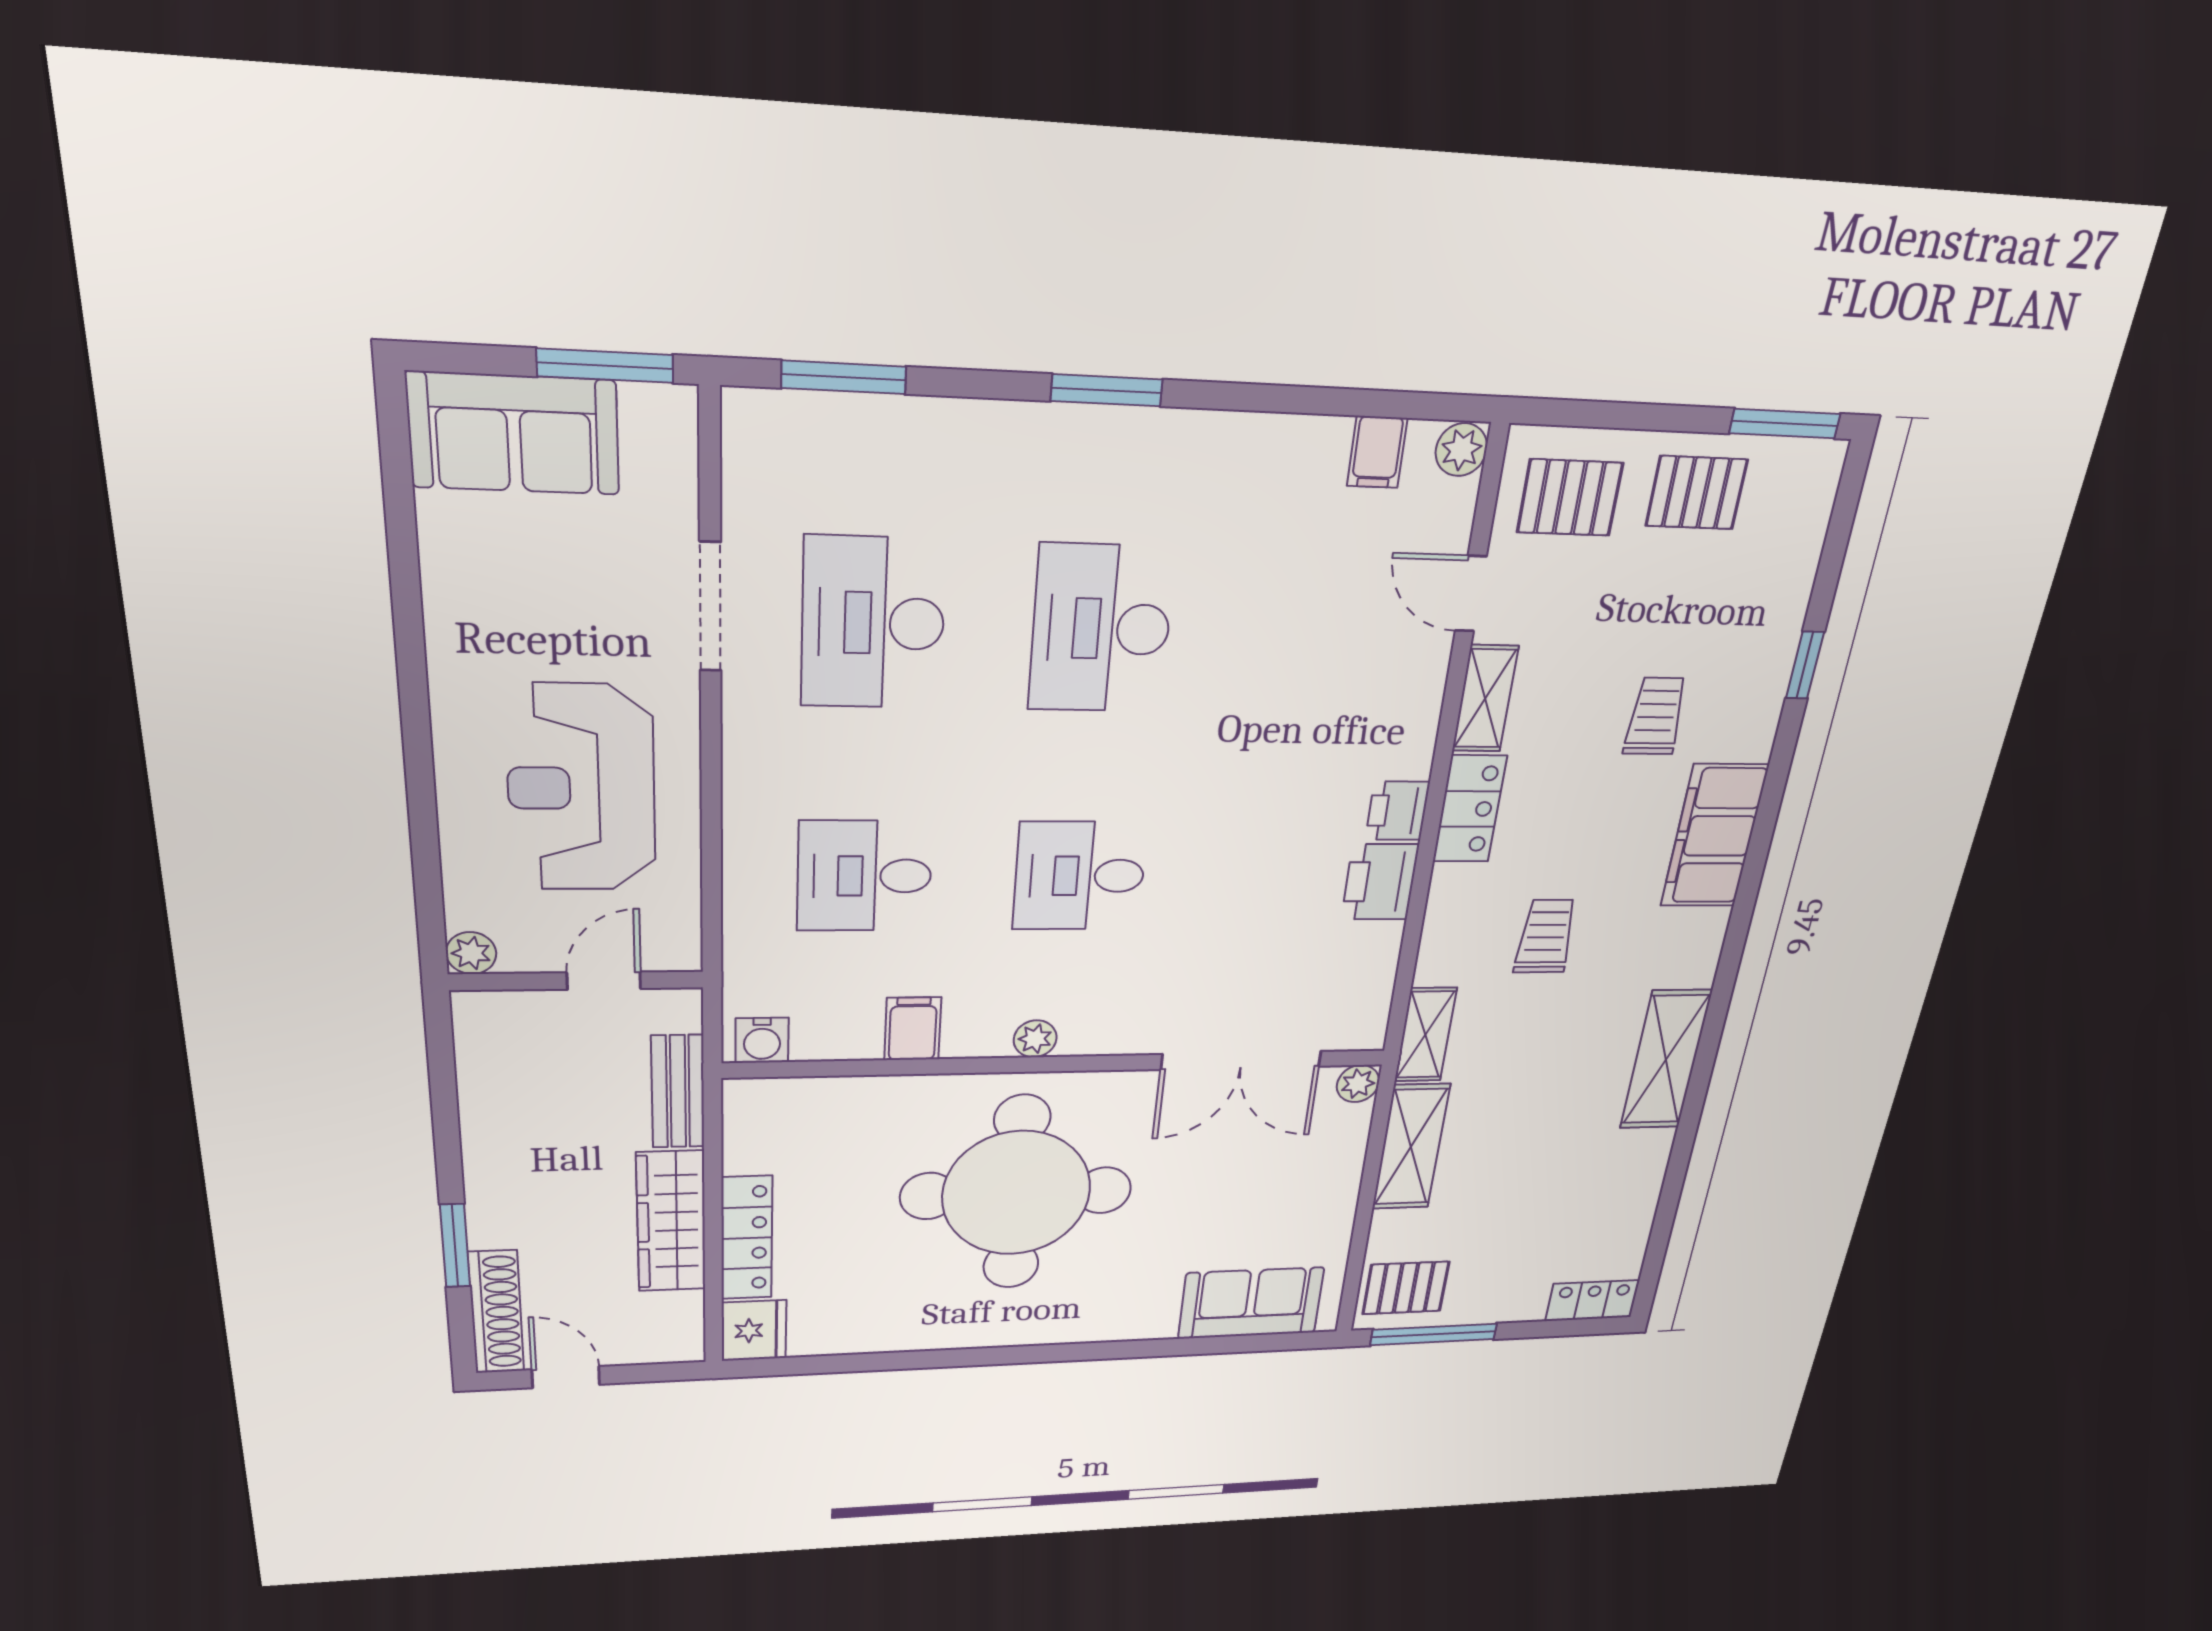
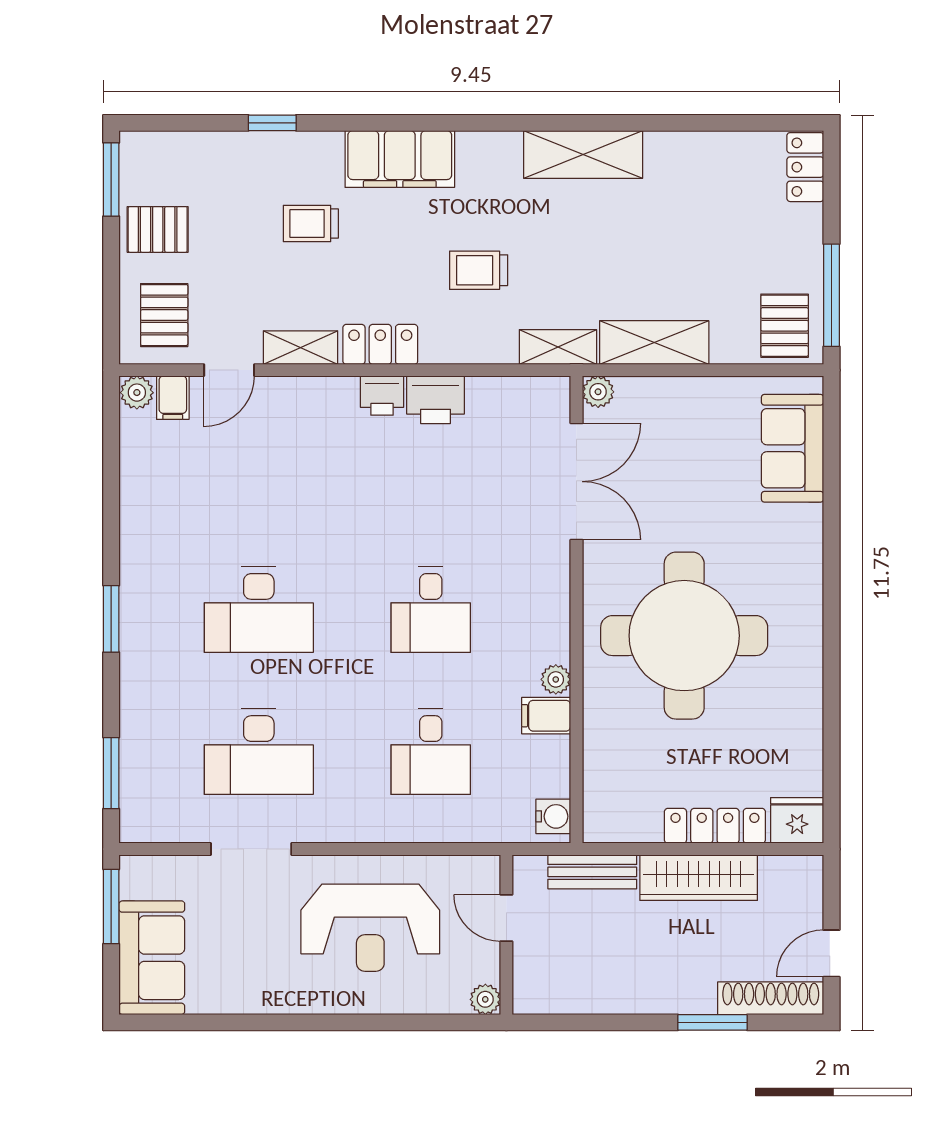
filing cabinet: (1377, 452) -> (173, 398), moved, turned 90
pallet: (1697, 493) -> (158, 229), turned 90
plant: (1035, 1039) -> (556, 679), moved

